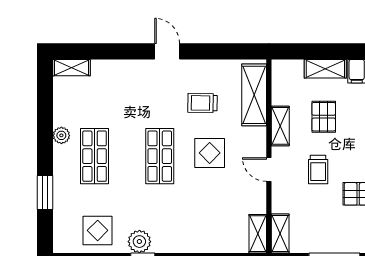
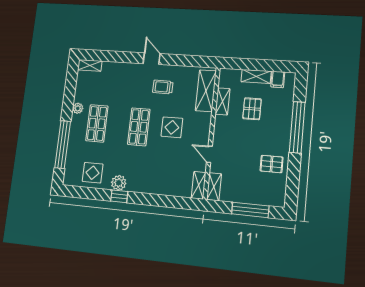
trolley: (203, 103) -> (163, 87), moved
shelving: (280, 126) -> (223, 101), moved
door: (269, 169) -> (209, 154), moved
trolley: (318, 170) -> (245, 145), removed
window: (45, 192) -> (63, 145), width x2.11

